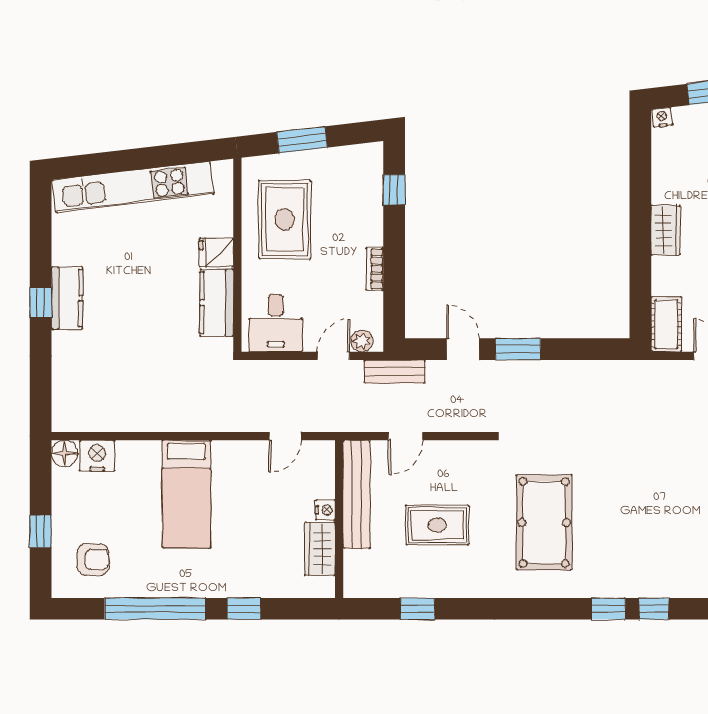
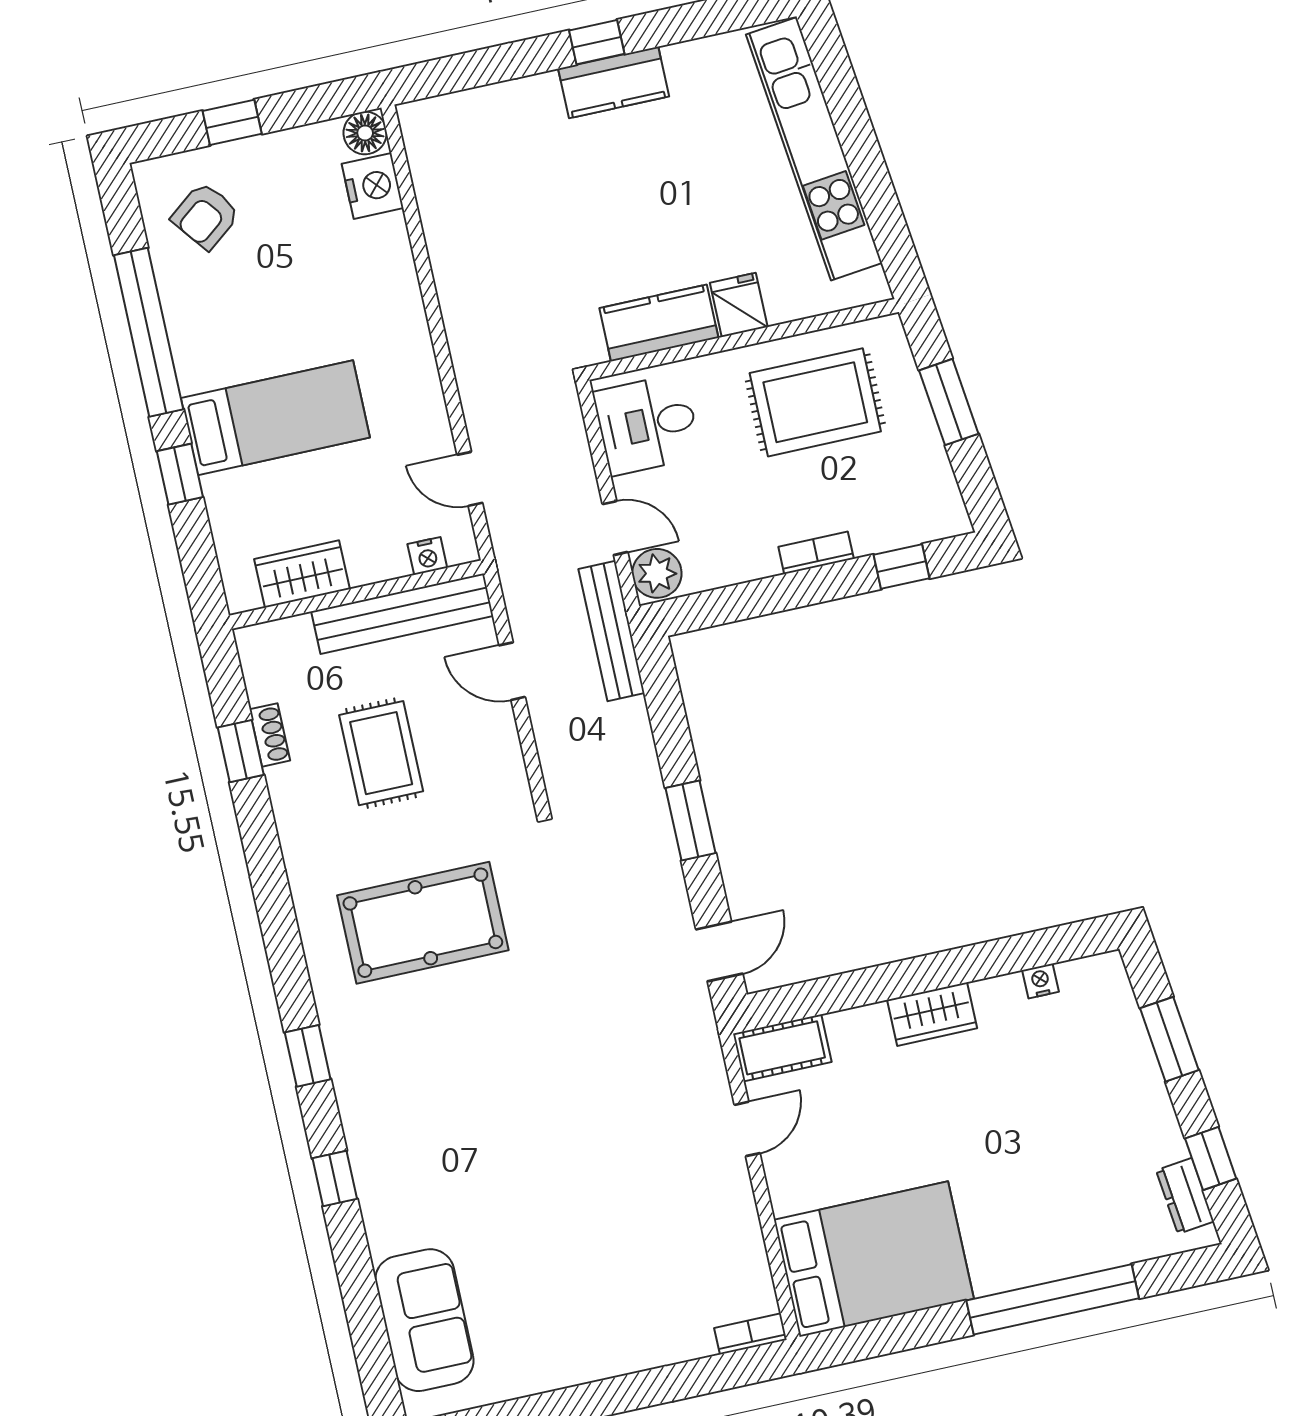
nightstand: (662, 117) -> (1041, 981), moved, turned -83
bookcase: (375, 269) -> (816, 553), moved
plant: (362, 341) -> (657, 573), width x1.38, depth x1.38
door: (463, 349) -> (719, 951), moved
bench: (395, 371) -> (612, 631), width x1.36
bed: (186, 494) -> (275, 418), moved, turned 180
nightstand: (325, 510) -> (427, 556), moved
armchair: (93, 559) -> (206, 216), turned 52
shoe rack: (412, 589) -> (270, 735), added
window: (654, 609) -> (335, 1179), moved

